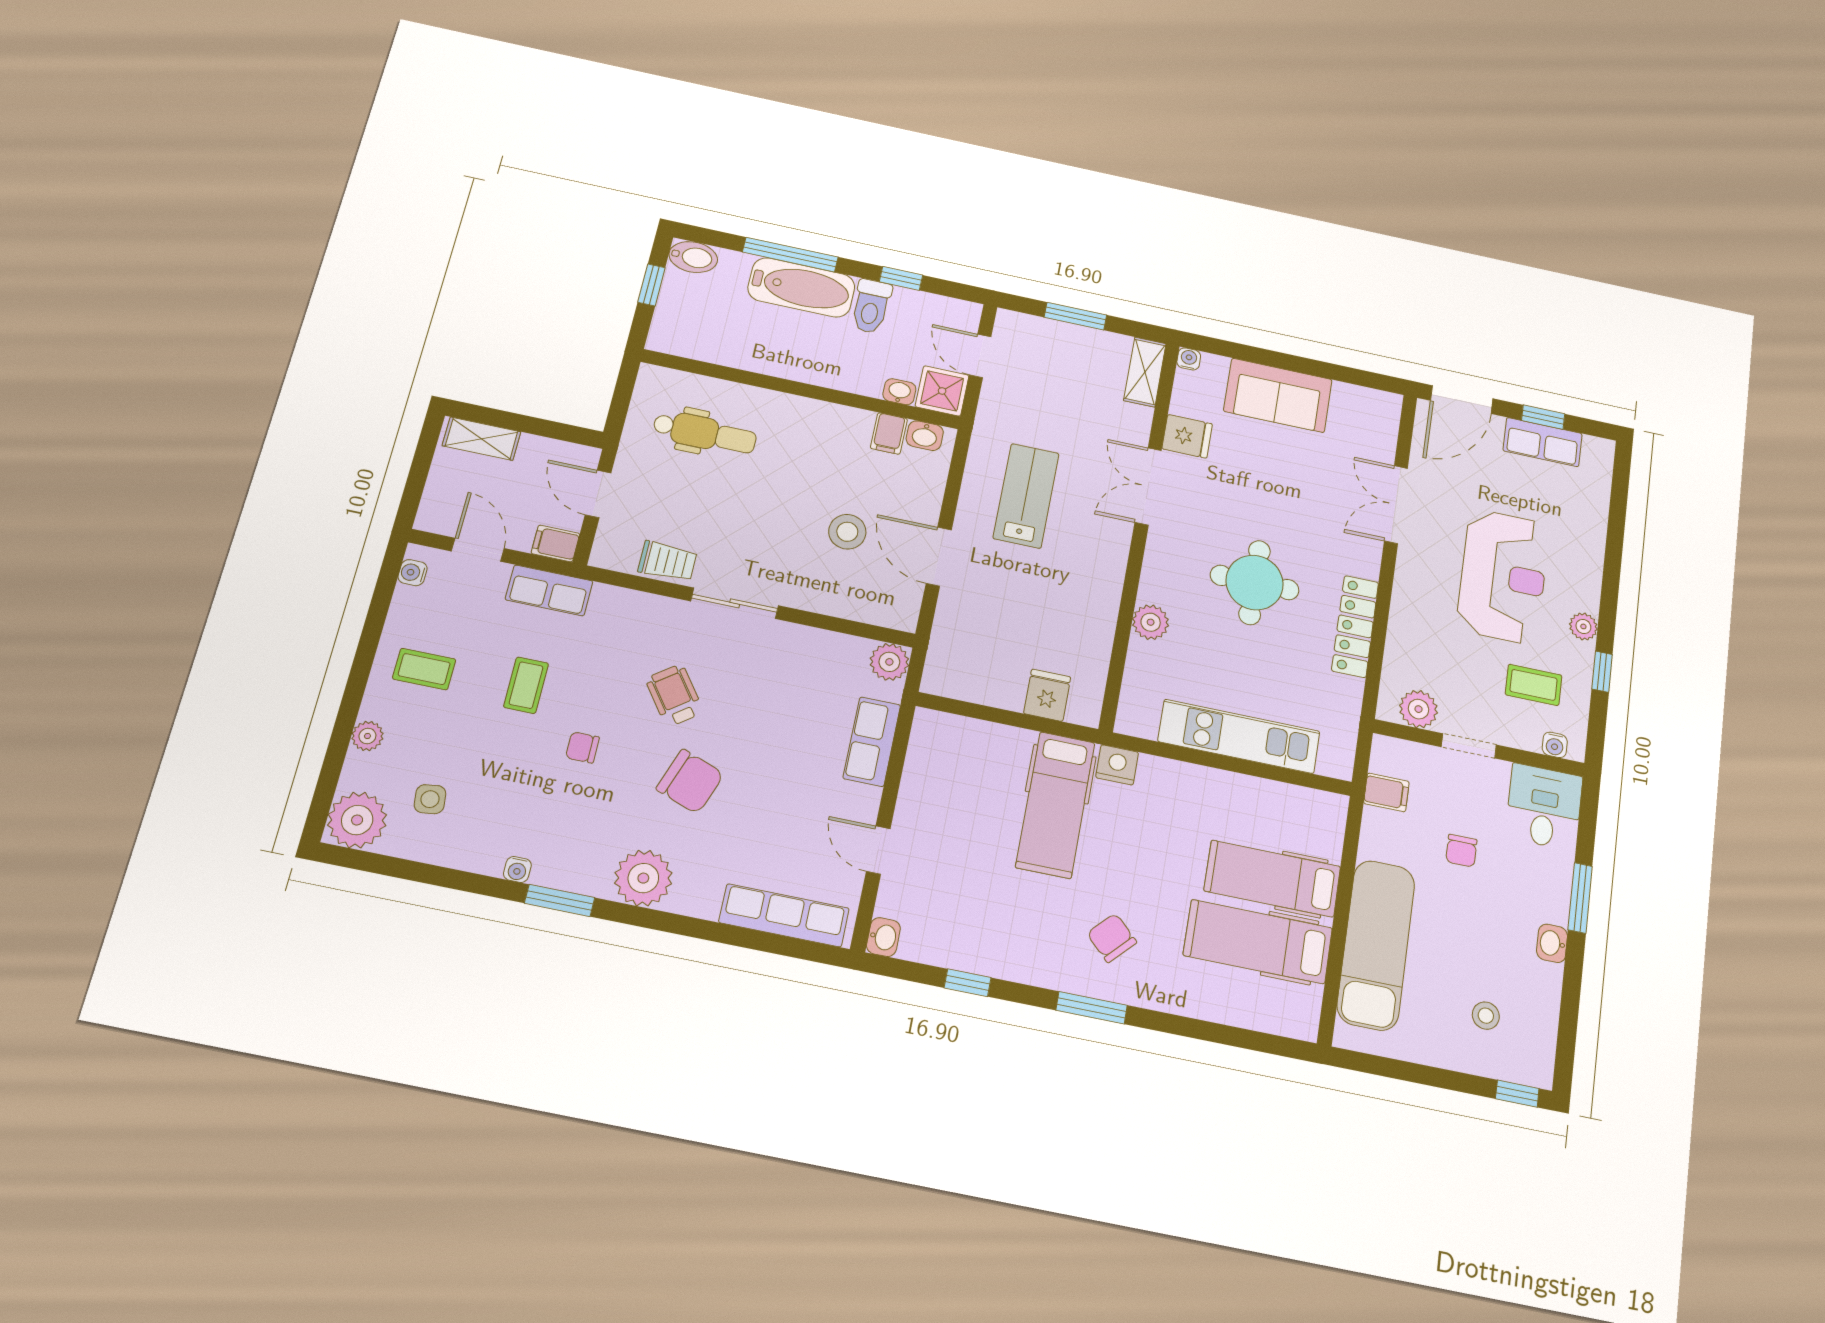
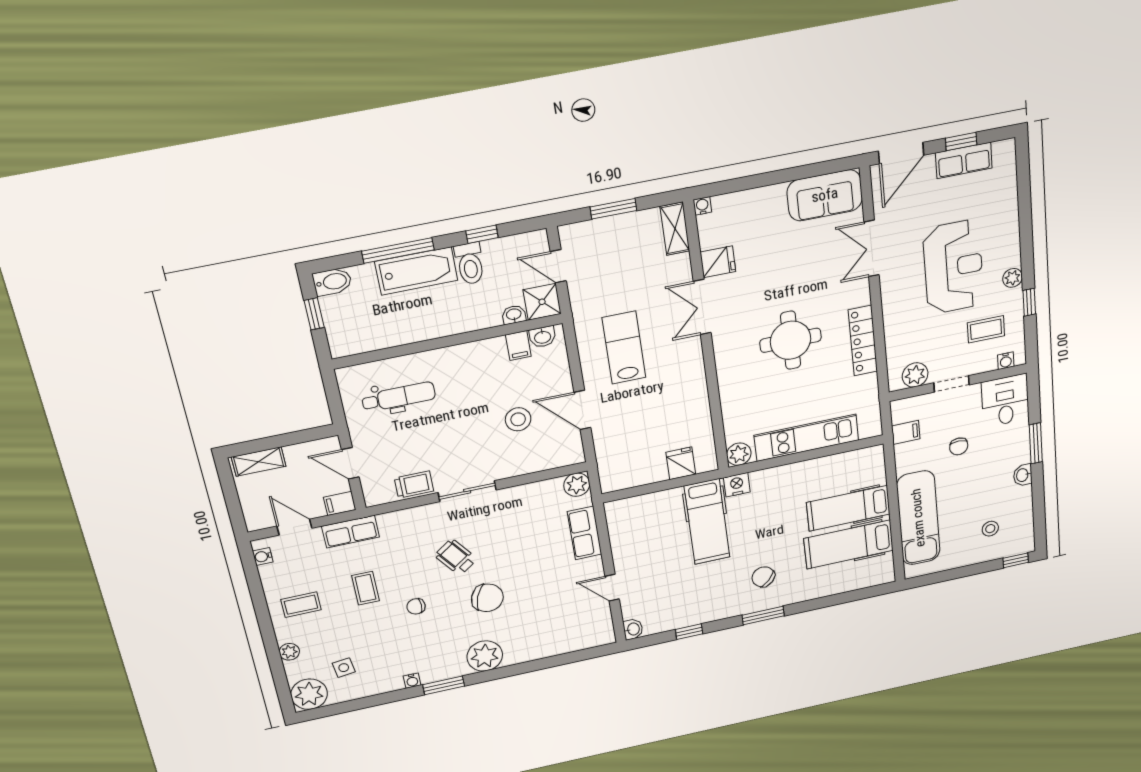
sofa: (1278, 395) -> (825, 195), moved
plant: (1151, 622) -> (739, 454), moved
row of seats: (784, 915) -> (572, 641), removed

